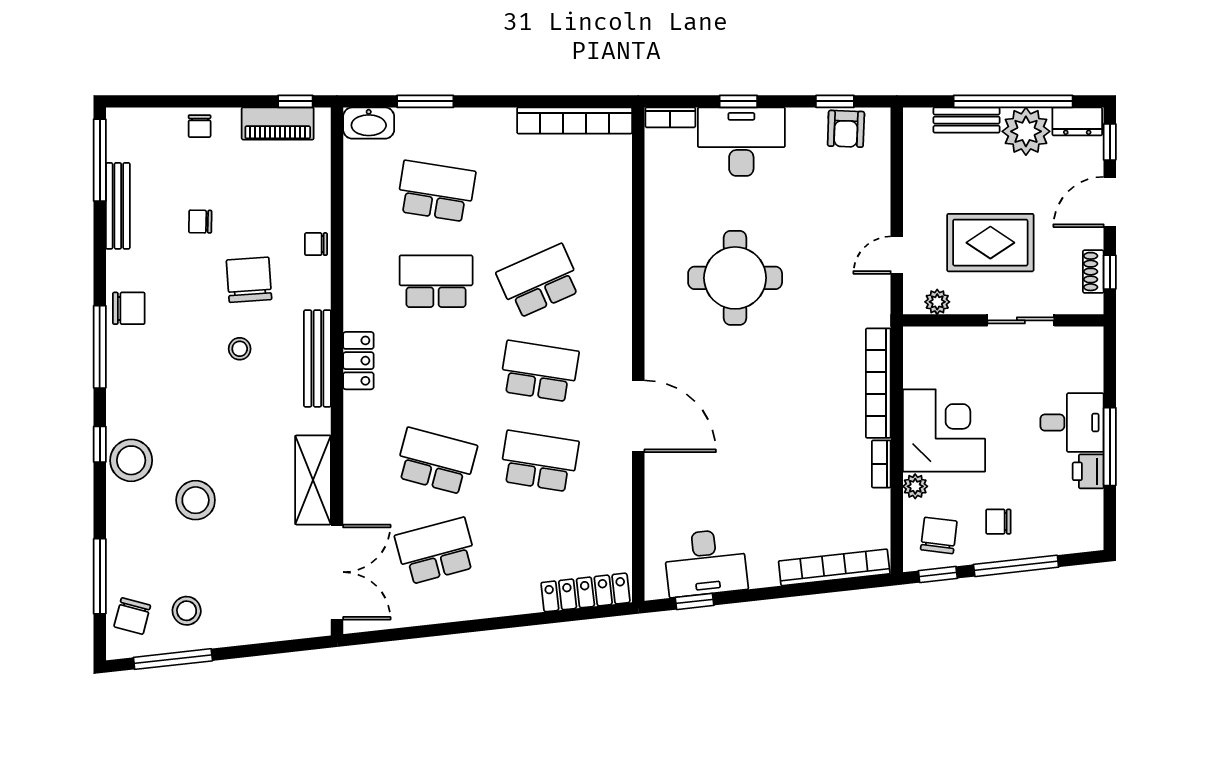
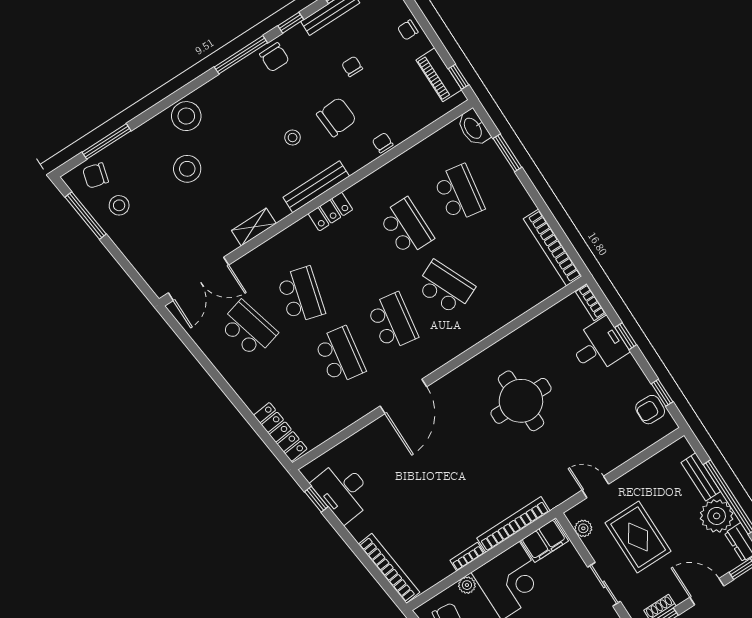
desk: (741, 142) -> (599, 346), width x0.73
filing cabinet: (922, 358) -> (544, 541), added
window: (100, 444) -> (291, 23), moved
shelving: (313, 480) -> (254, 227), width x0.67, depth x0.75

